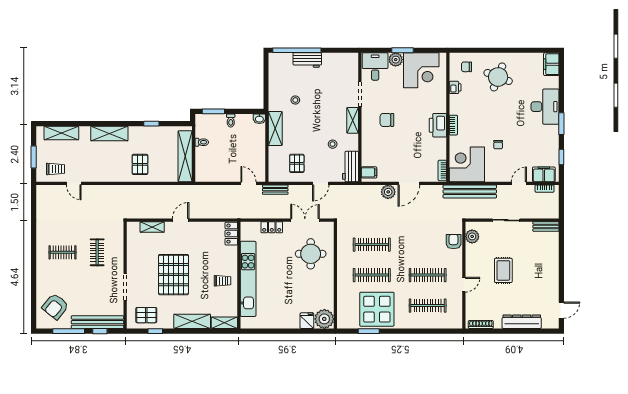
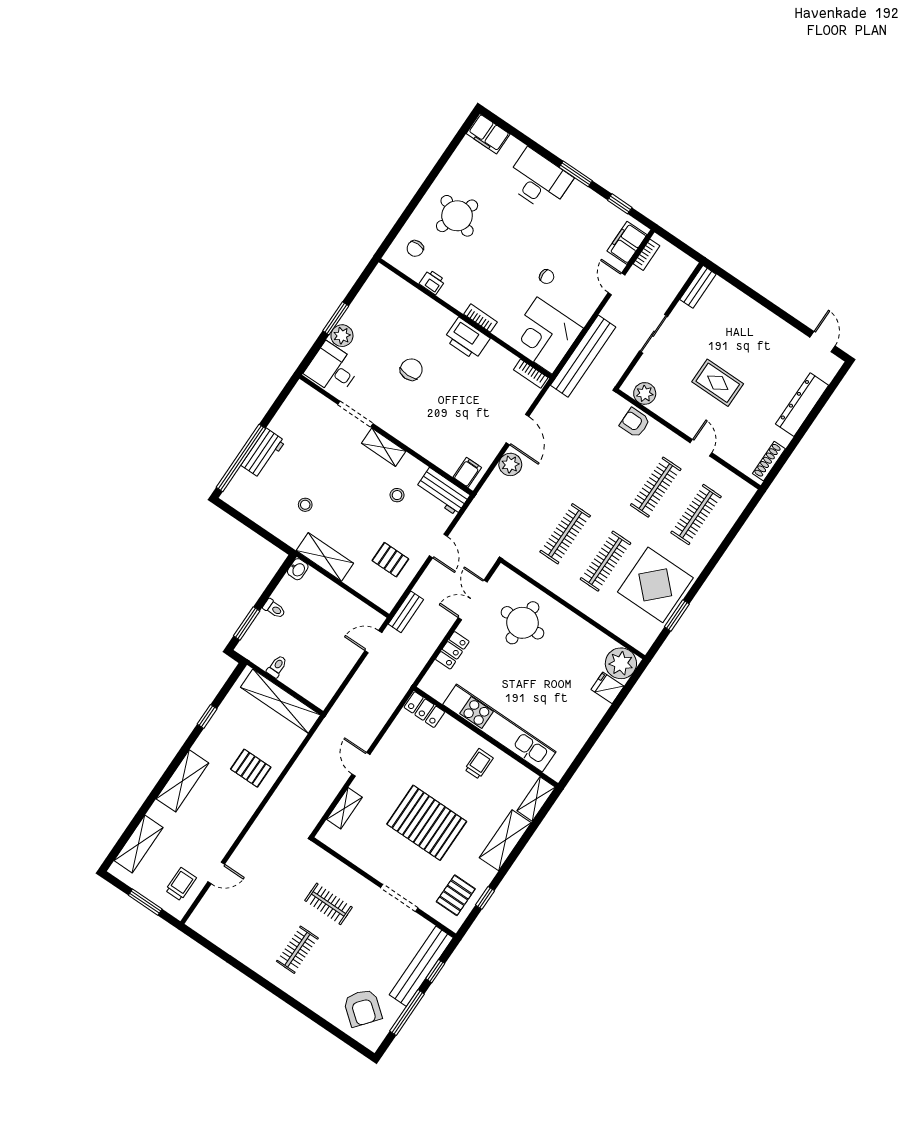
corner desk: (421, 70) -> (379, 312), removed
chair: (387, 120) -> (411, 370), moved, turned 180

